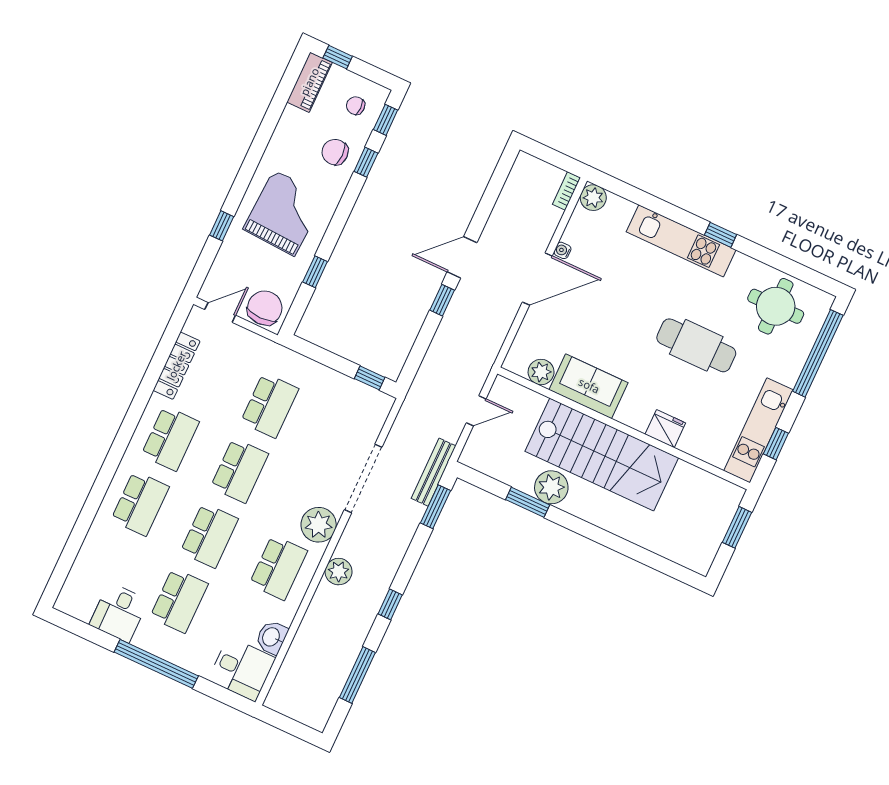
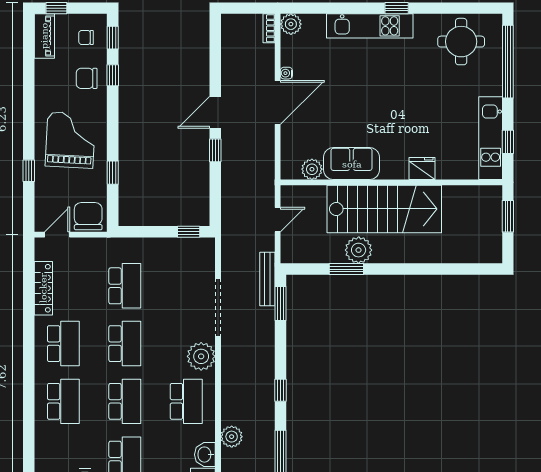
cafe table: (696, 345) -> (416, 97), removed
plant: (339, 572) -> (232, 437), moved

